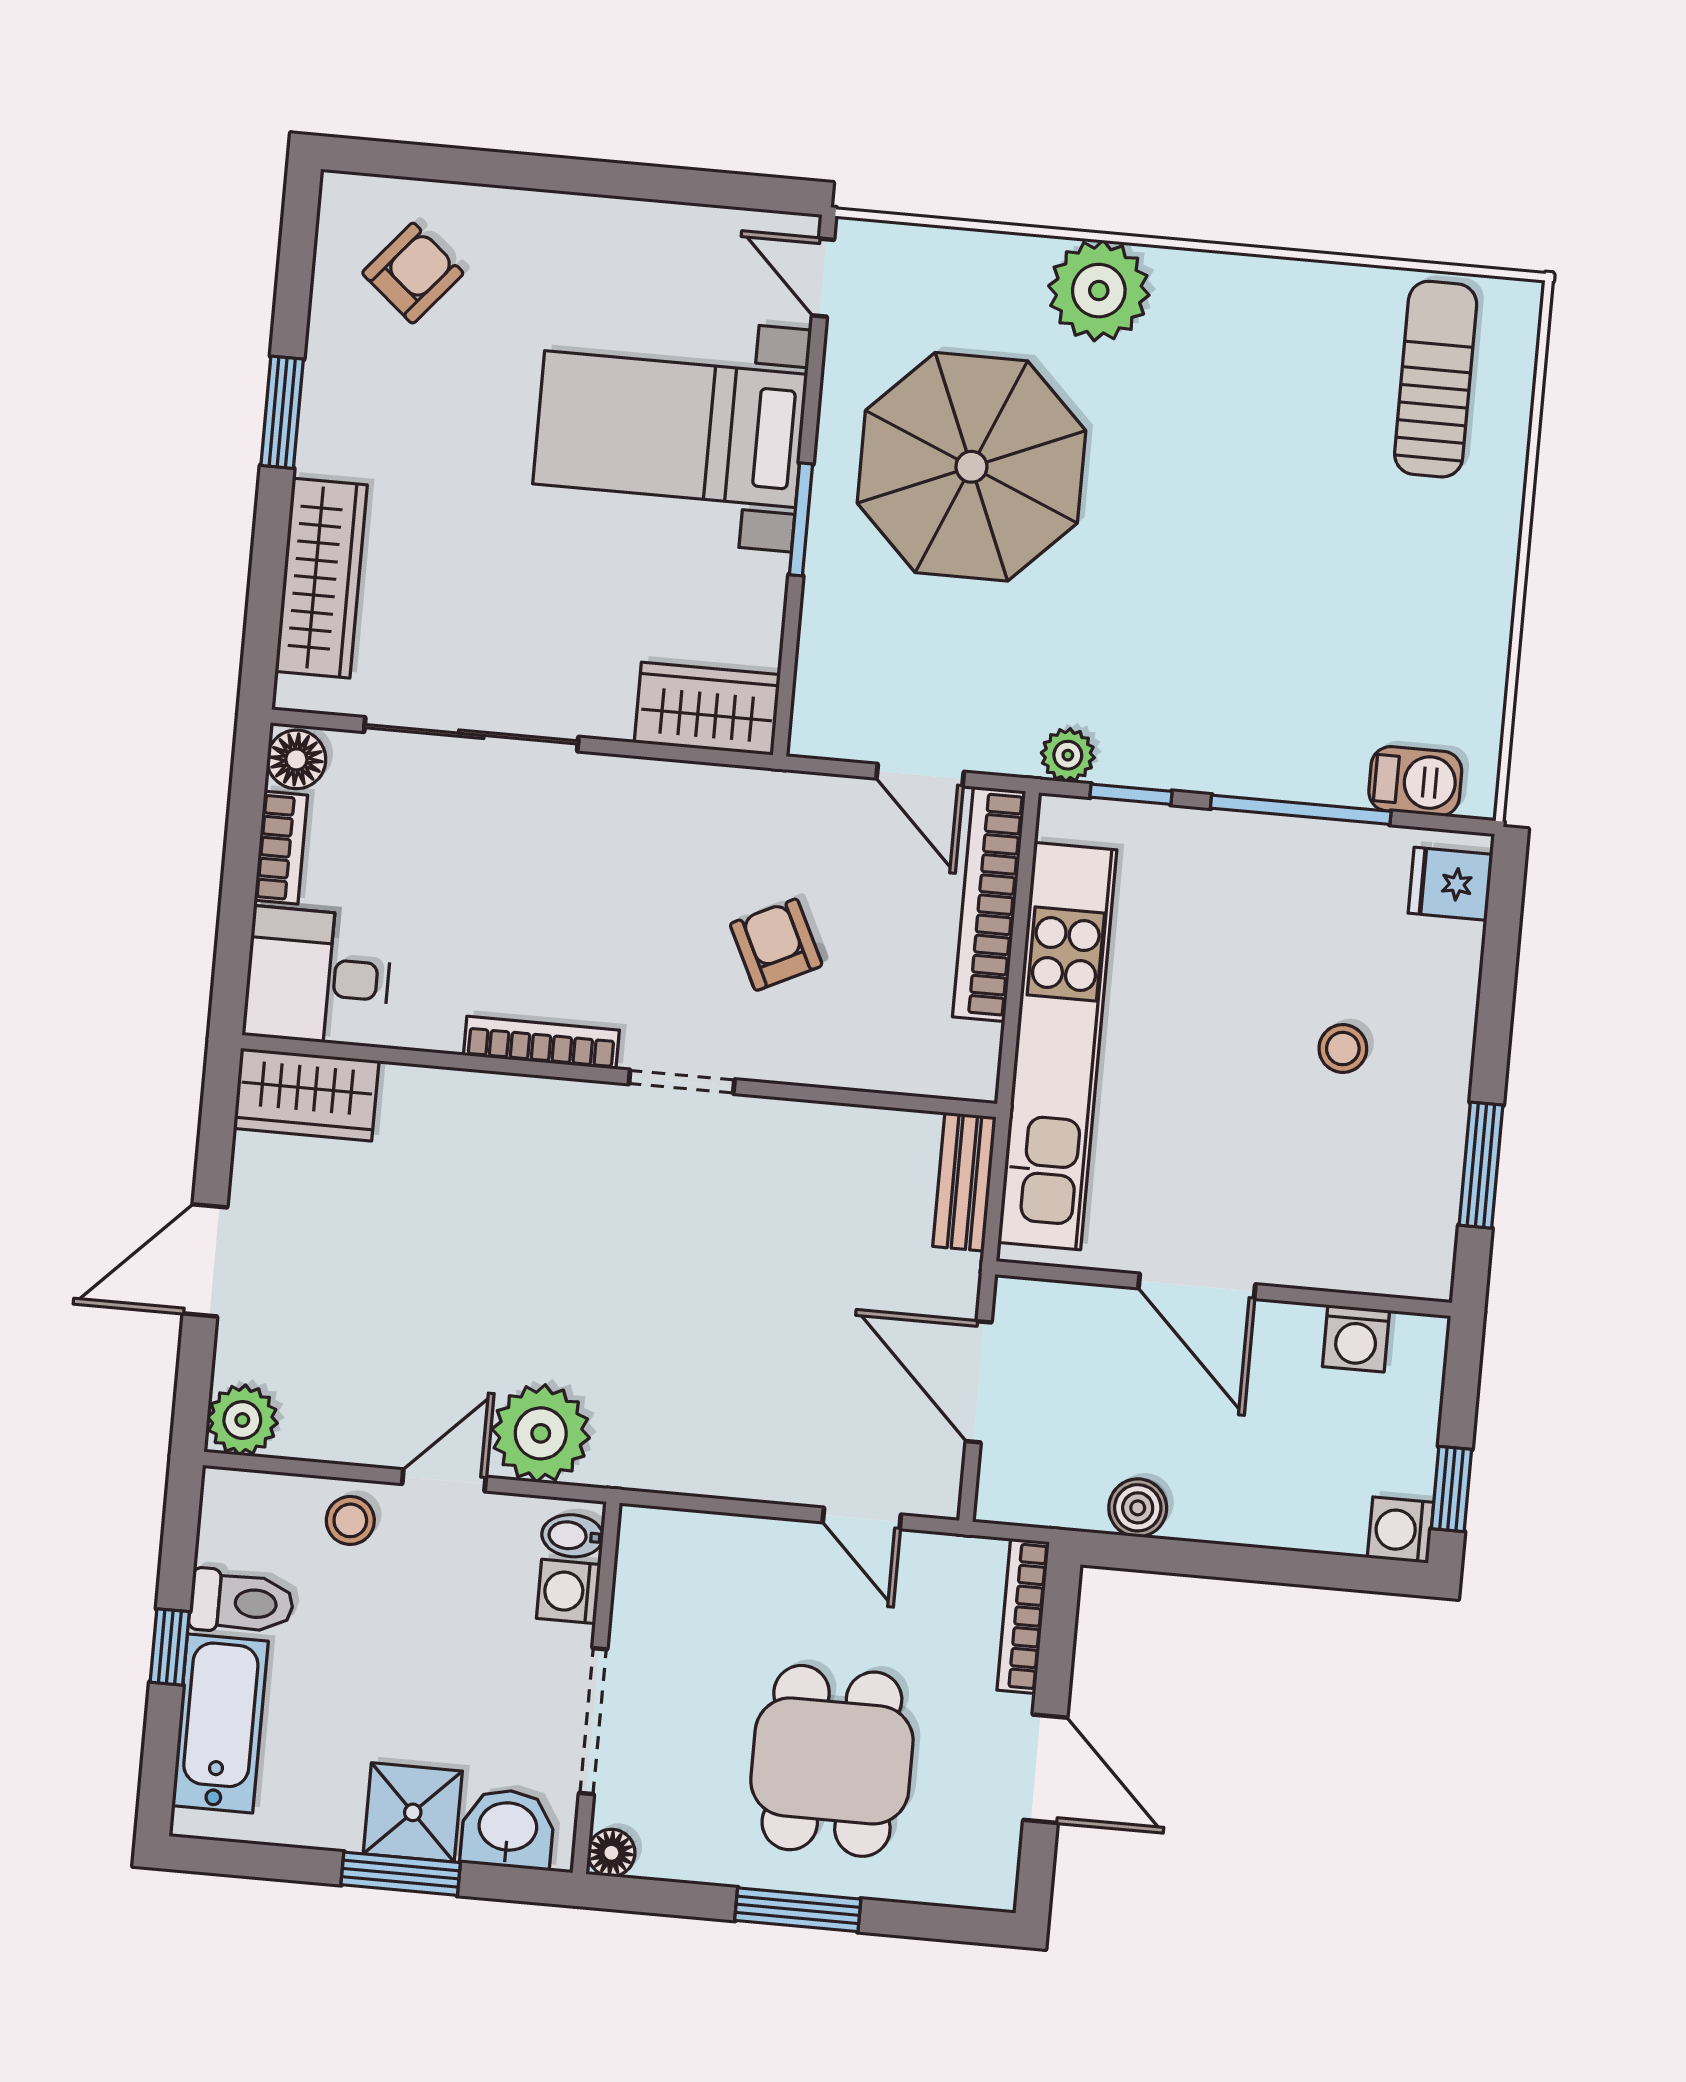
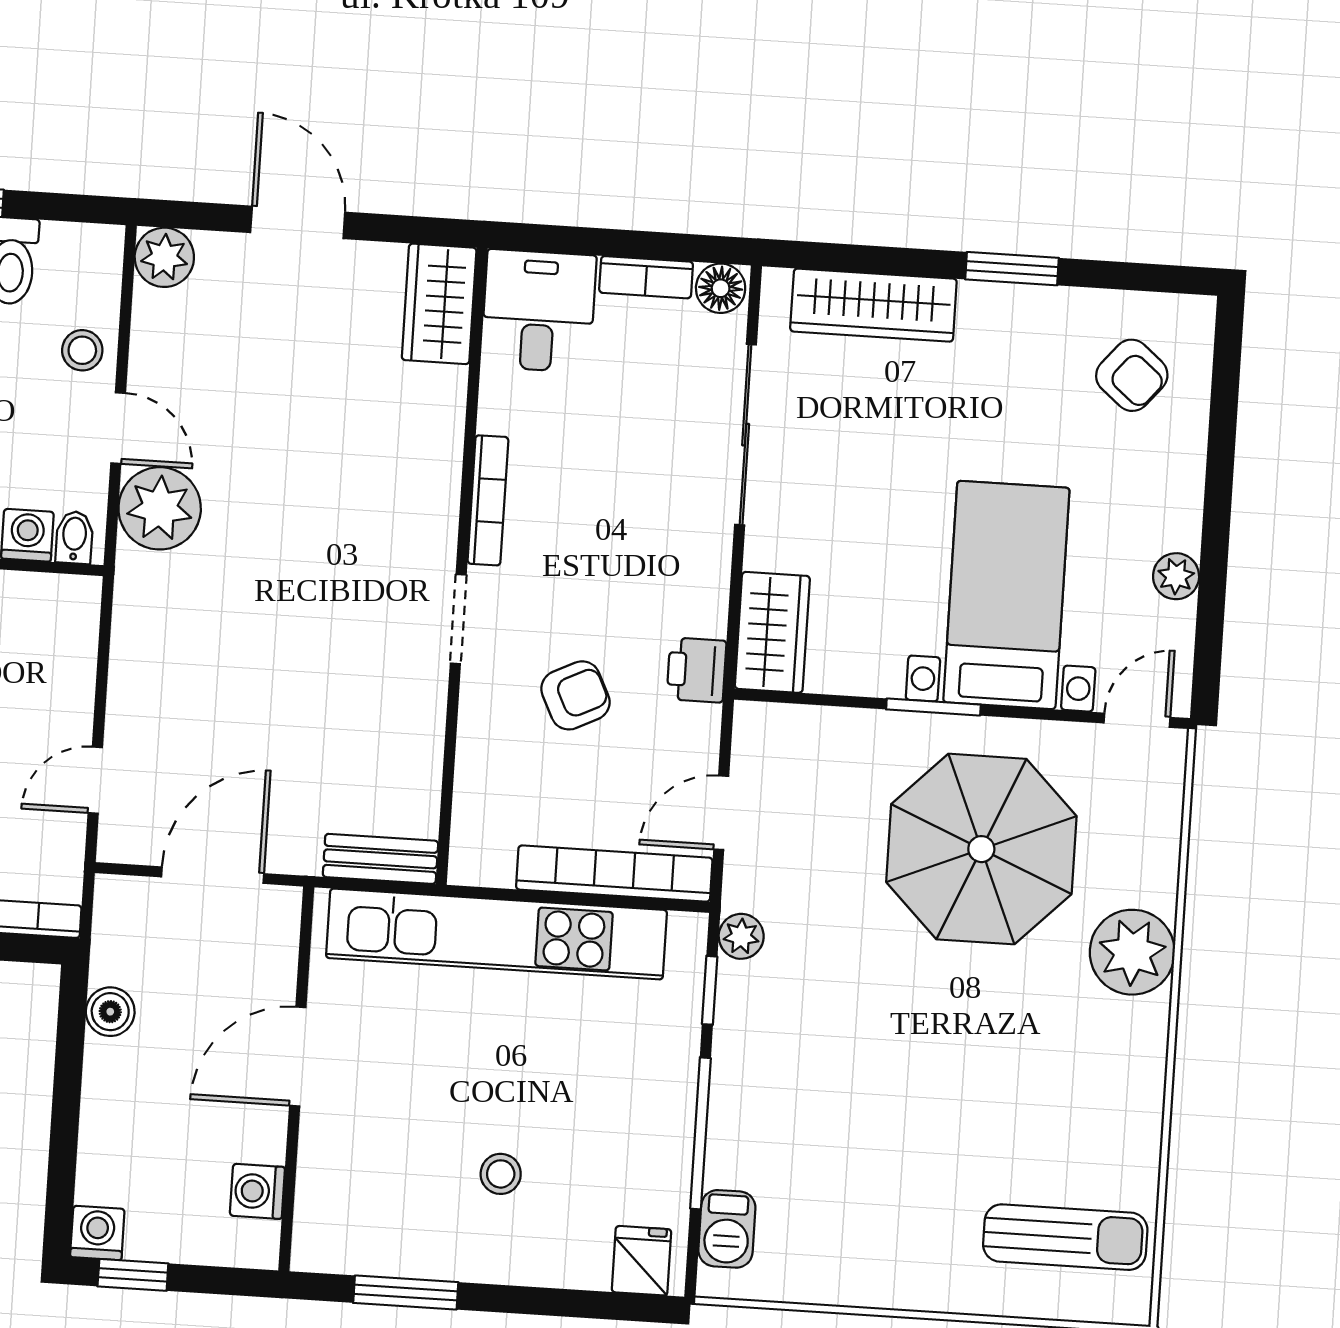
plant: (653, 227) -> (1176, 576), added
printer: (750, 800) -> (697, 670), added

